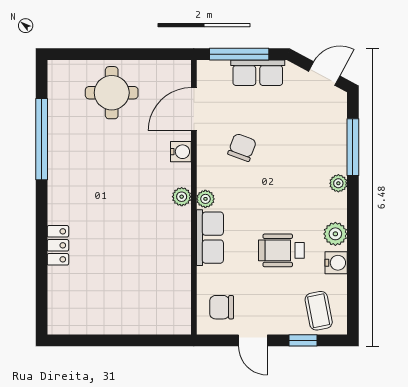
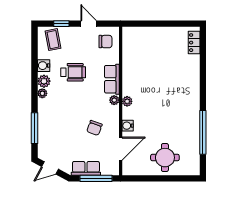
plant: (338, 183) -> (42, 93), moved
locker: (58, 245) -> (194, 43), moved

